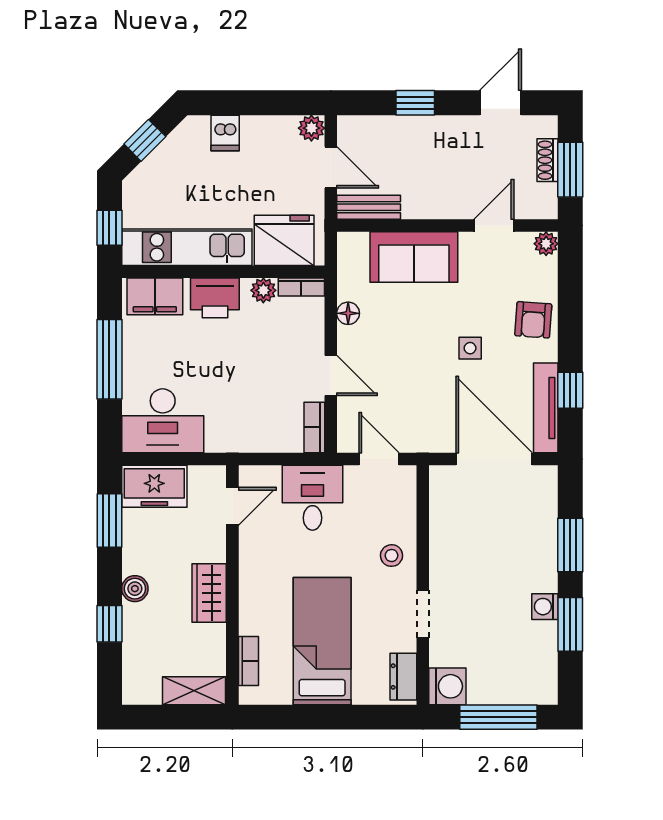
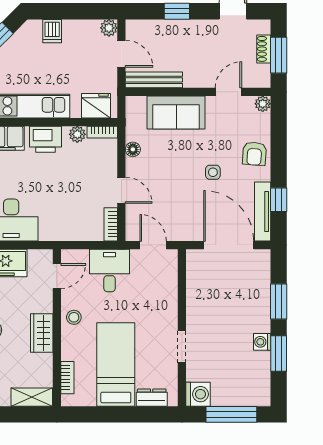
bench: (369, 207) -> (154, 80), width x1.36
fridge: (284, 240) -> (96, 106), width x0.73, depth x0.75
stool: (392, 556) -> (74, 317), moved
dresser: (403, 677) -> (152, 398), moved, turned 90

